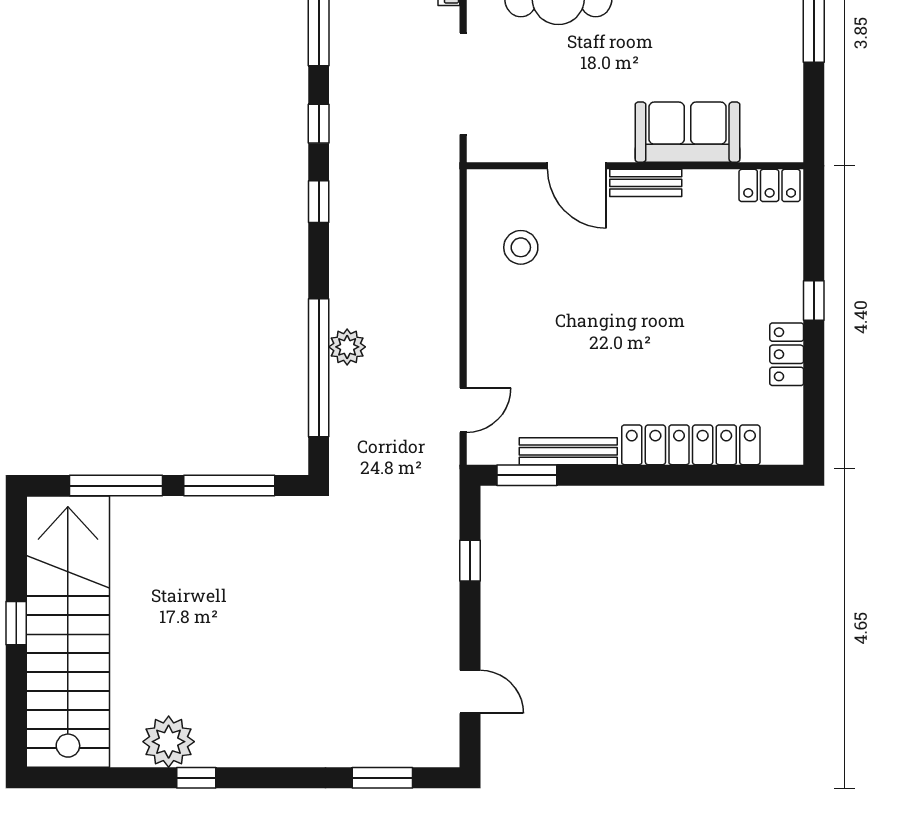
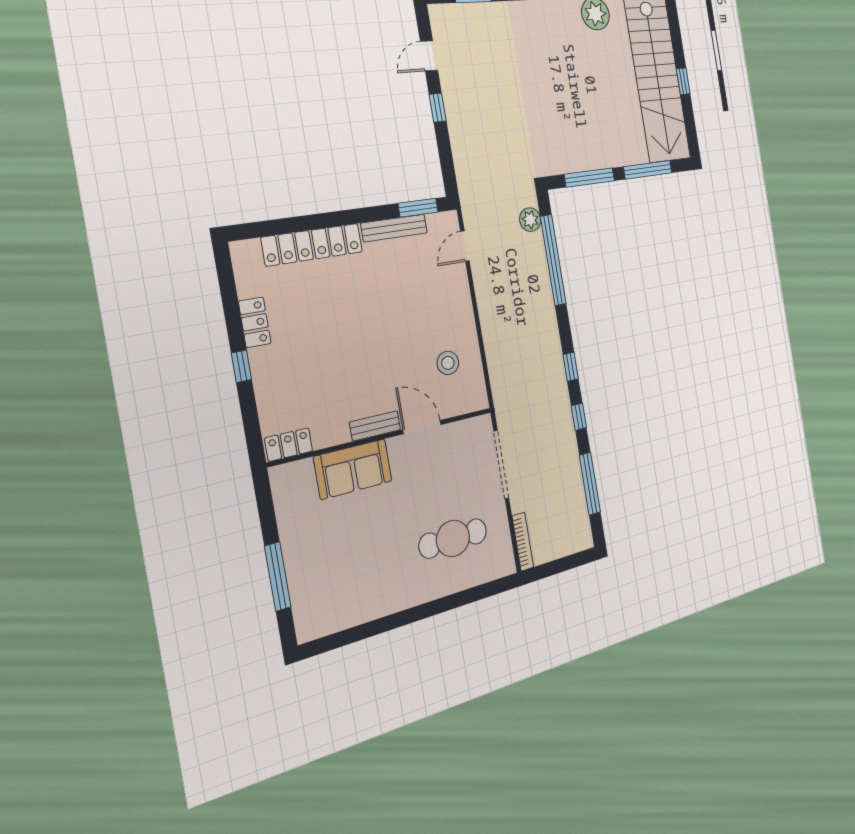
plant: (347, 347) -> (530, 220), moved
window: (470, 561) -> (438, 108), moved
door: (470, 692) -> (429, 56), hinge flipped

